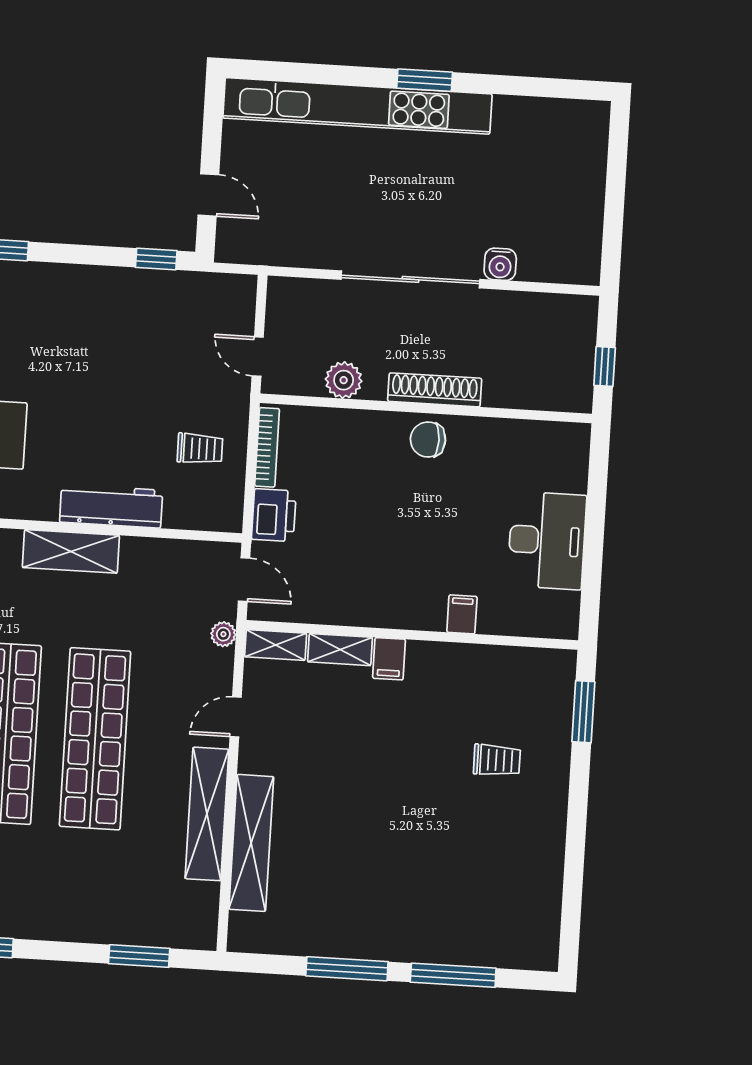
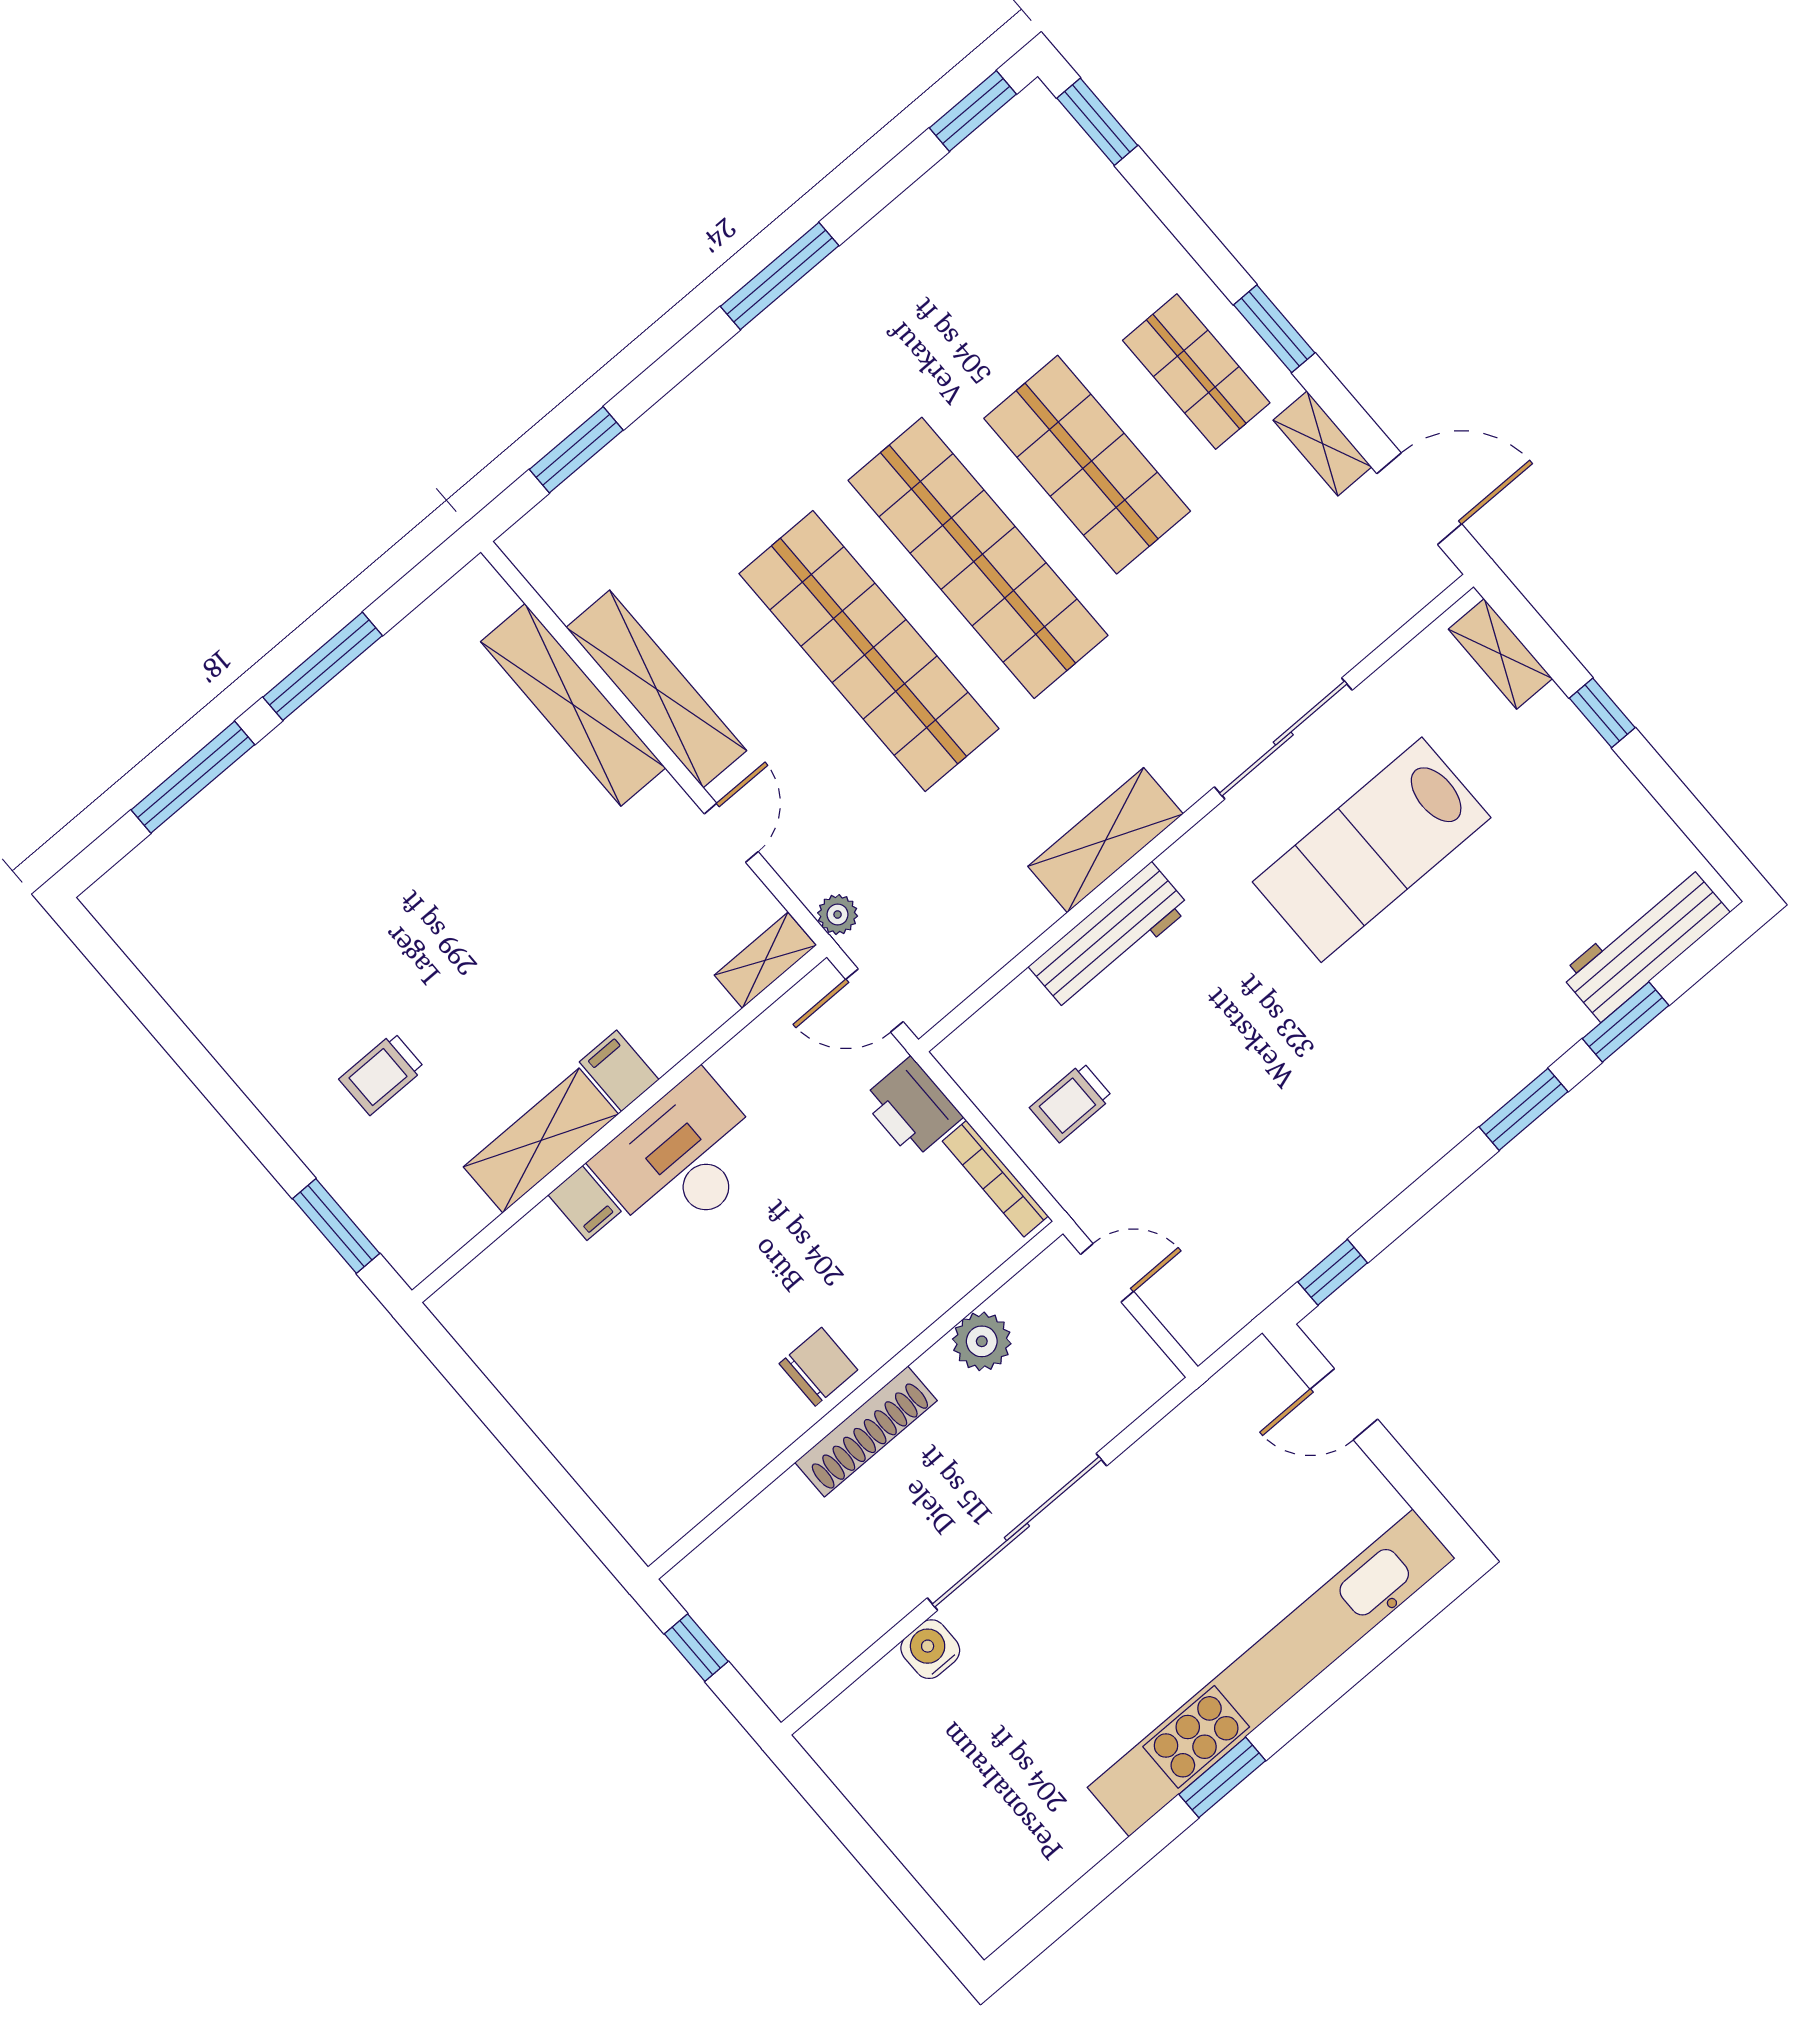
desk: (547, 541) -> (682, 1159), moved, turned 90
shelving: (340, 650) -> (541, 1140), moved, width x1.50, depth x1.33

